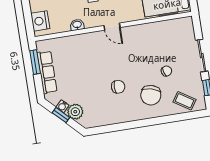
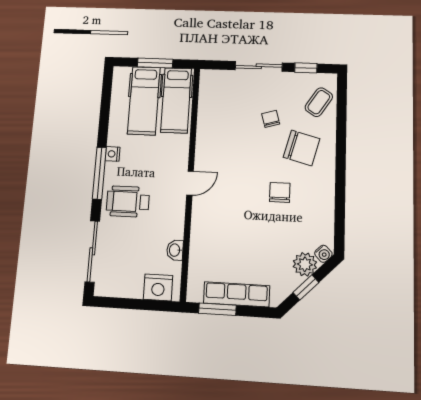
washbasin: (77, 25) -> (175, 250), moved
water cooler: (62, 106) -> (323, 254), moved

